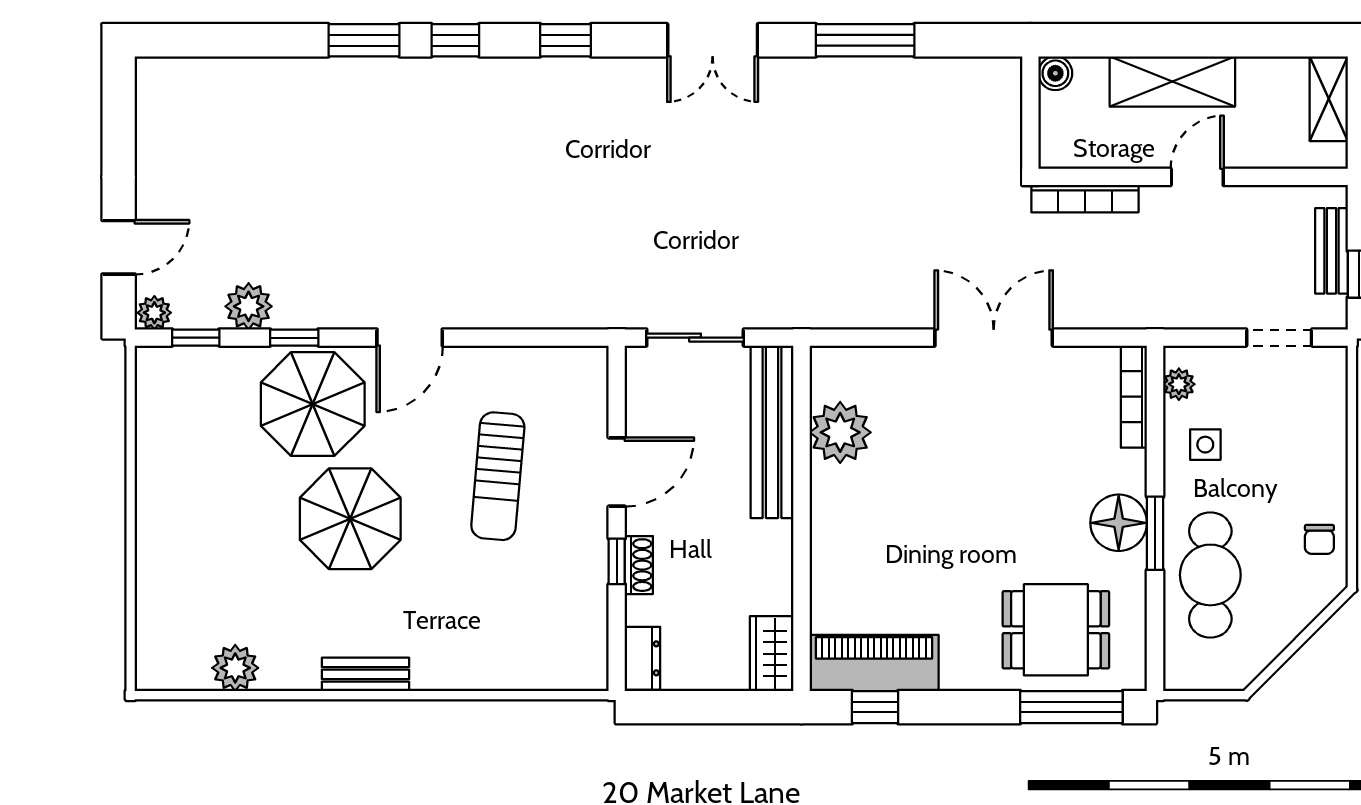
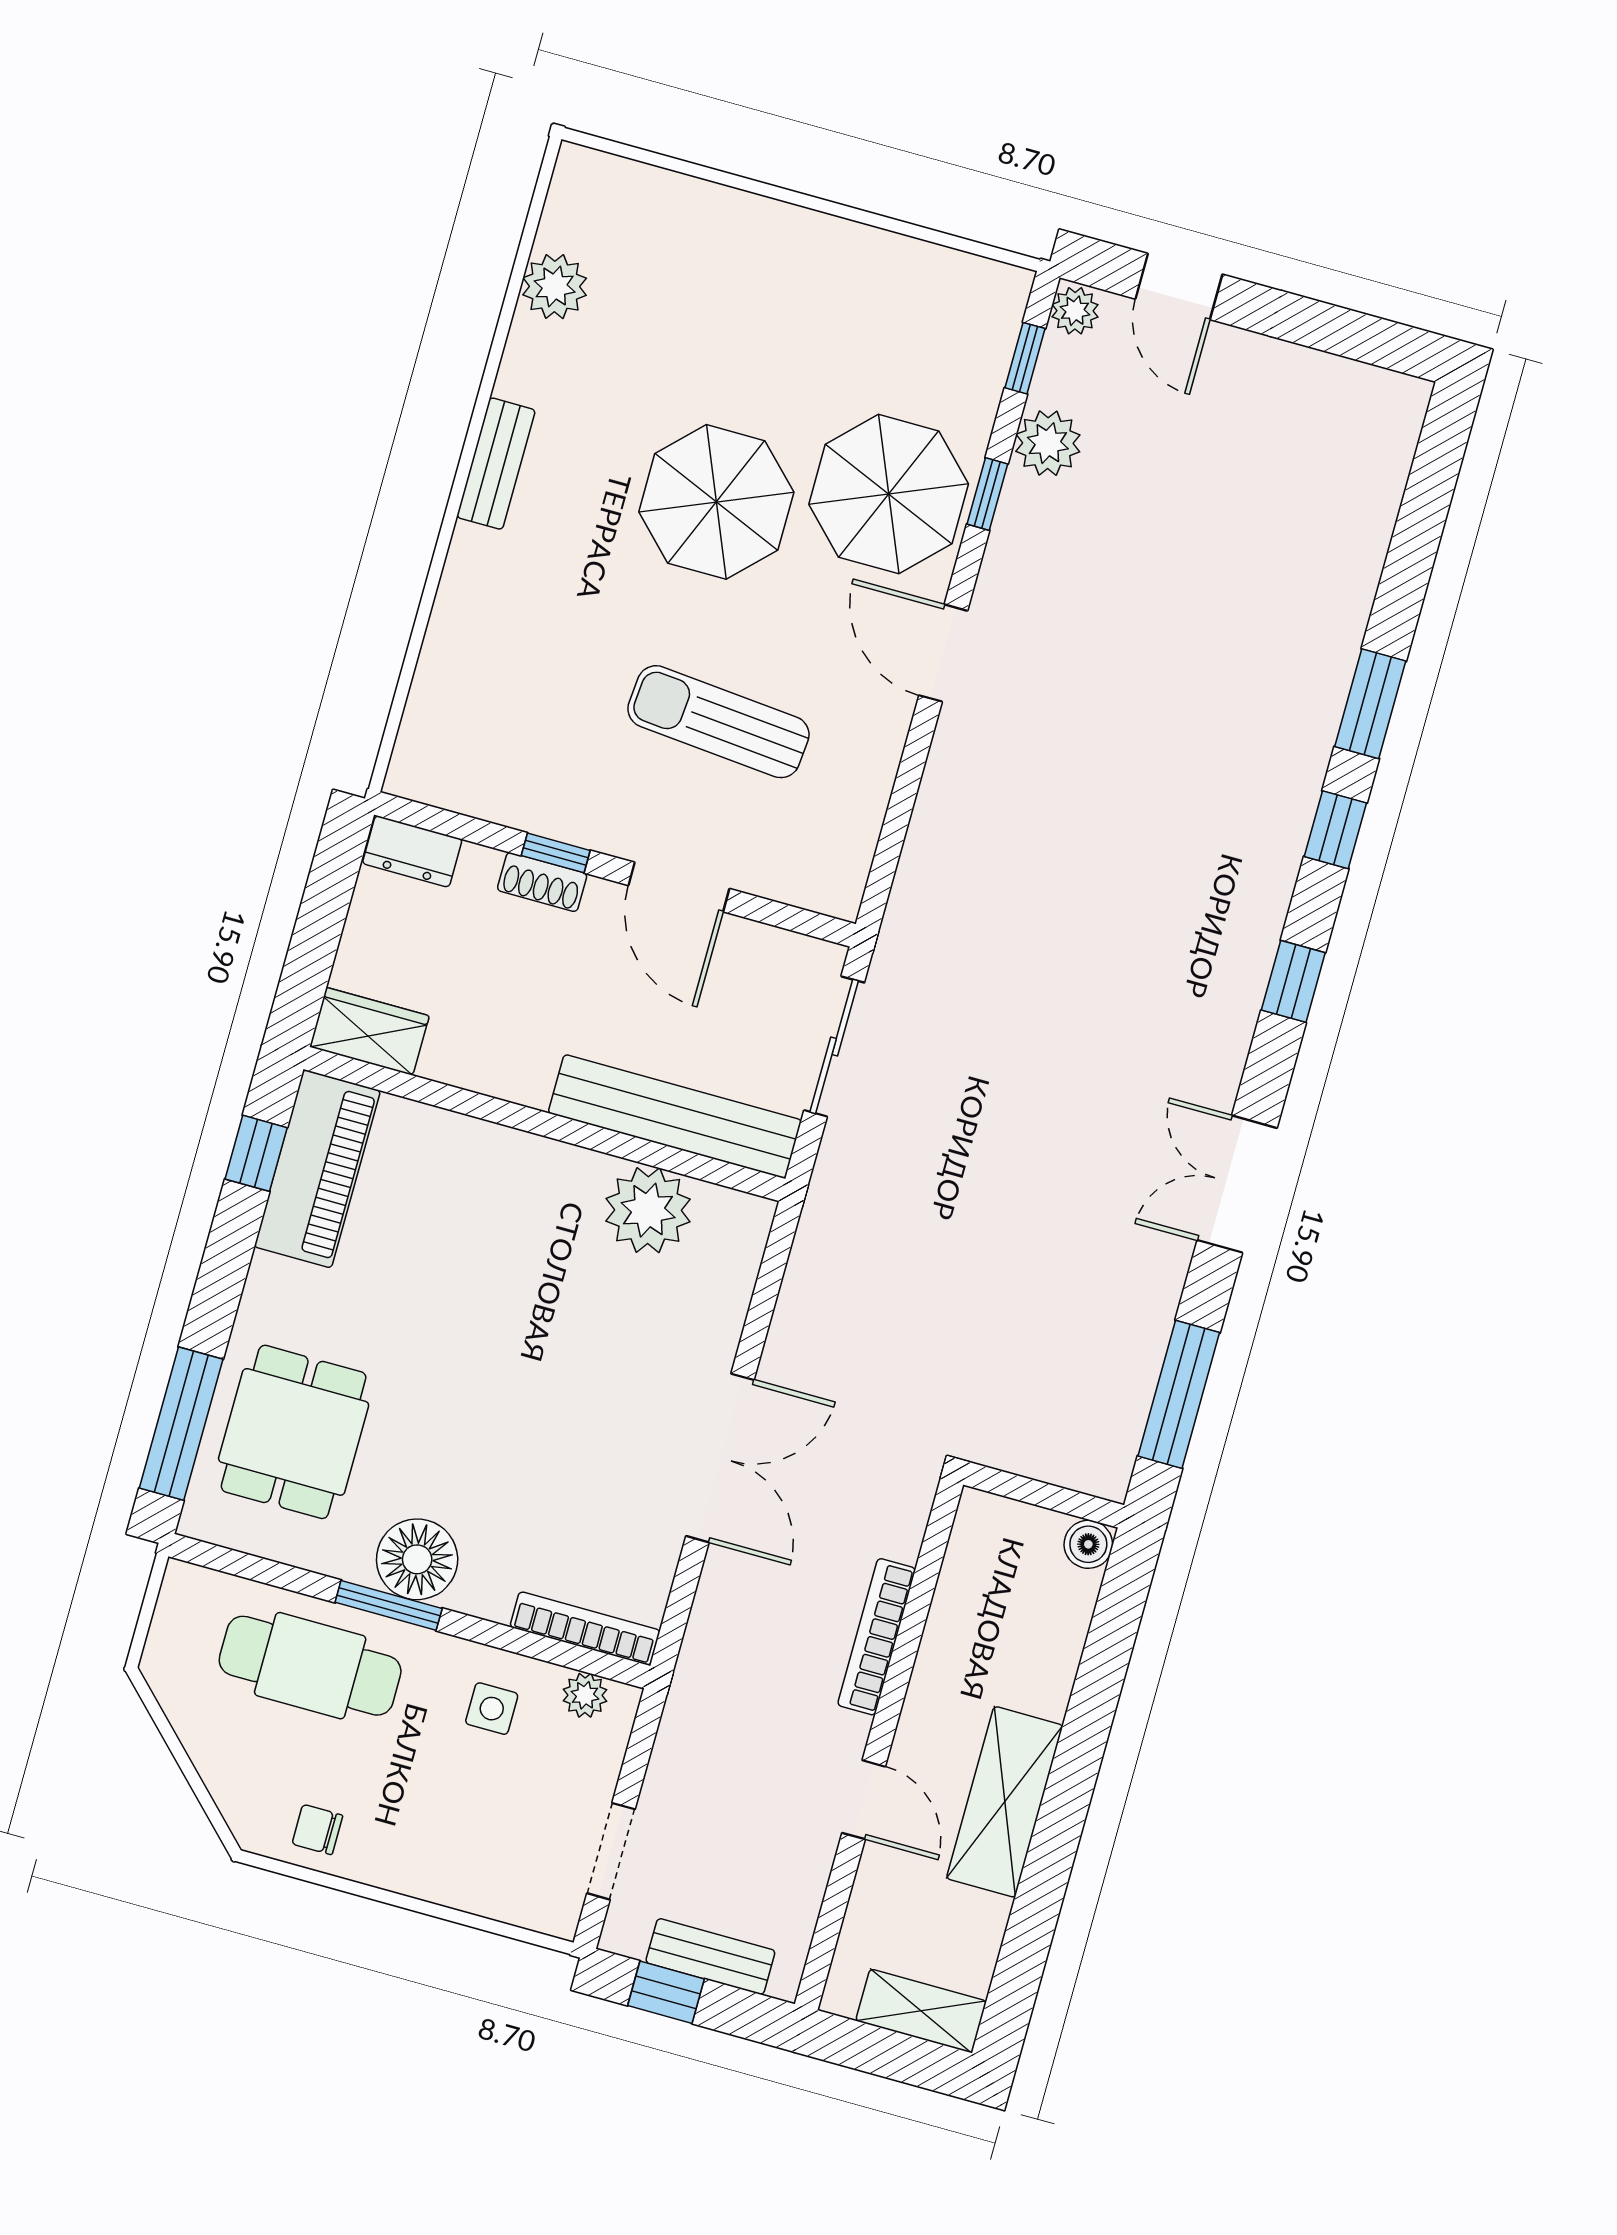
boiler: (1055, 73) -> (1088, 1544), moved
wall: (1030, 113) -> (1044, 1495), moved

